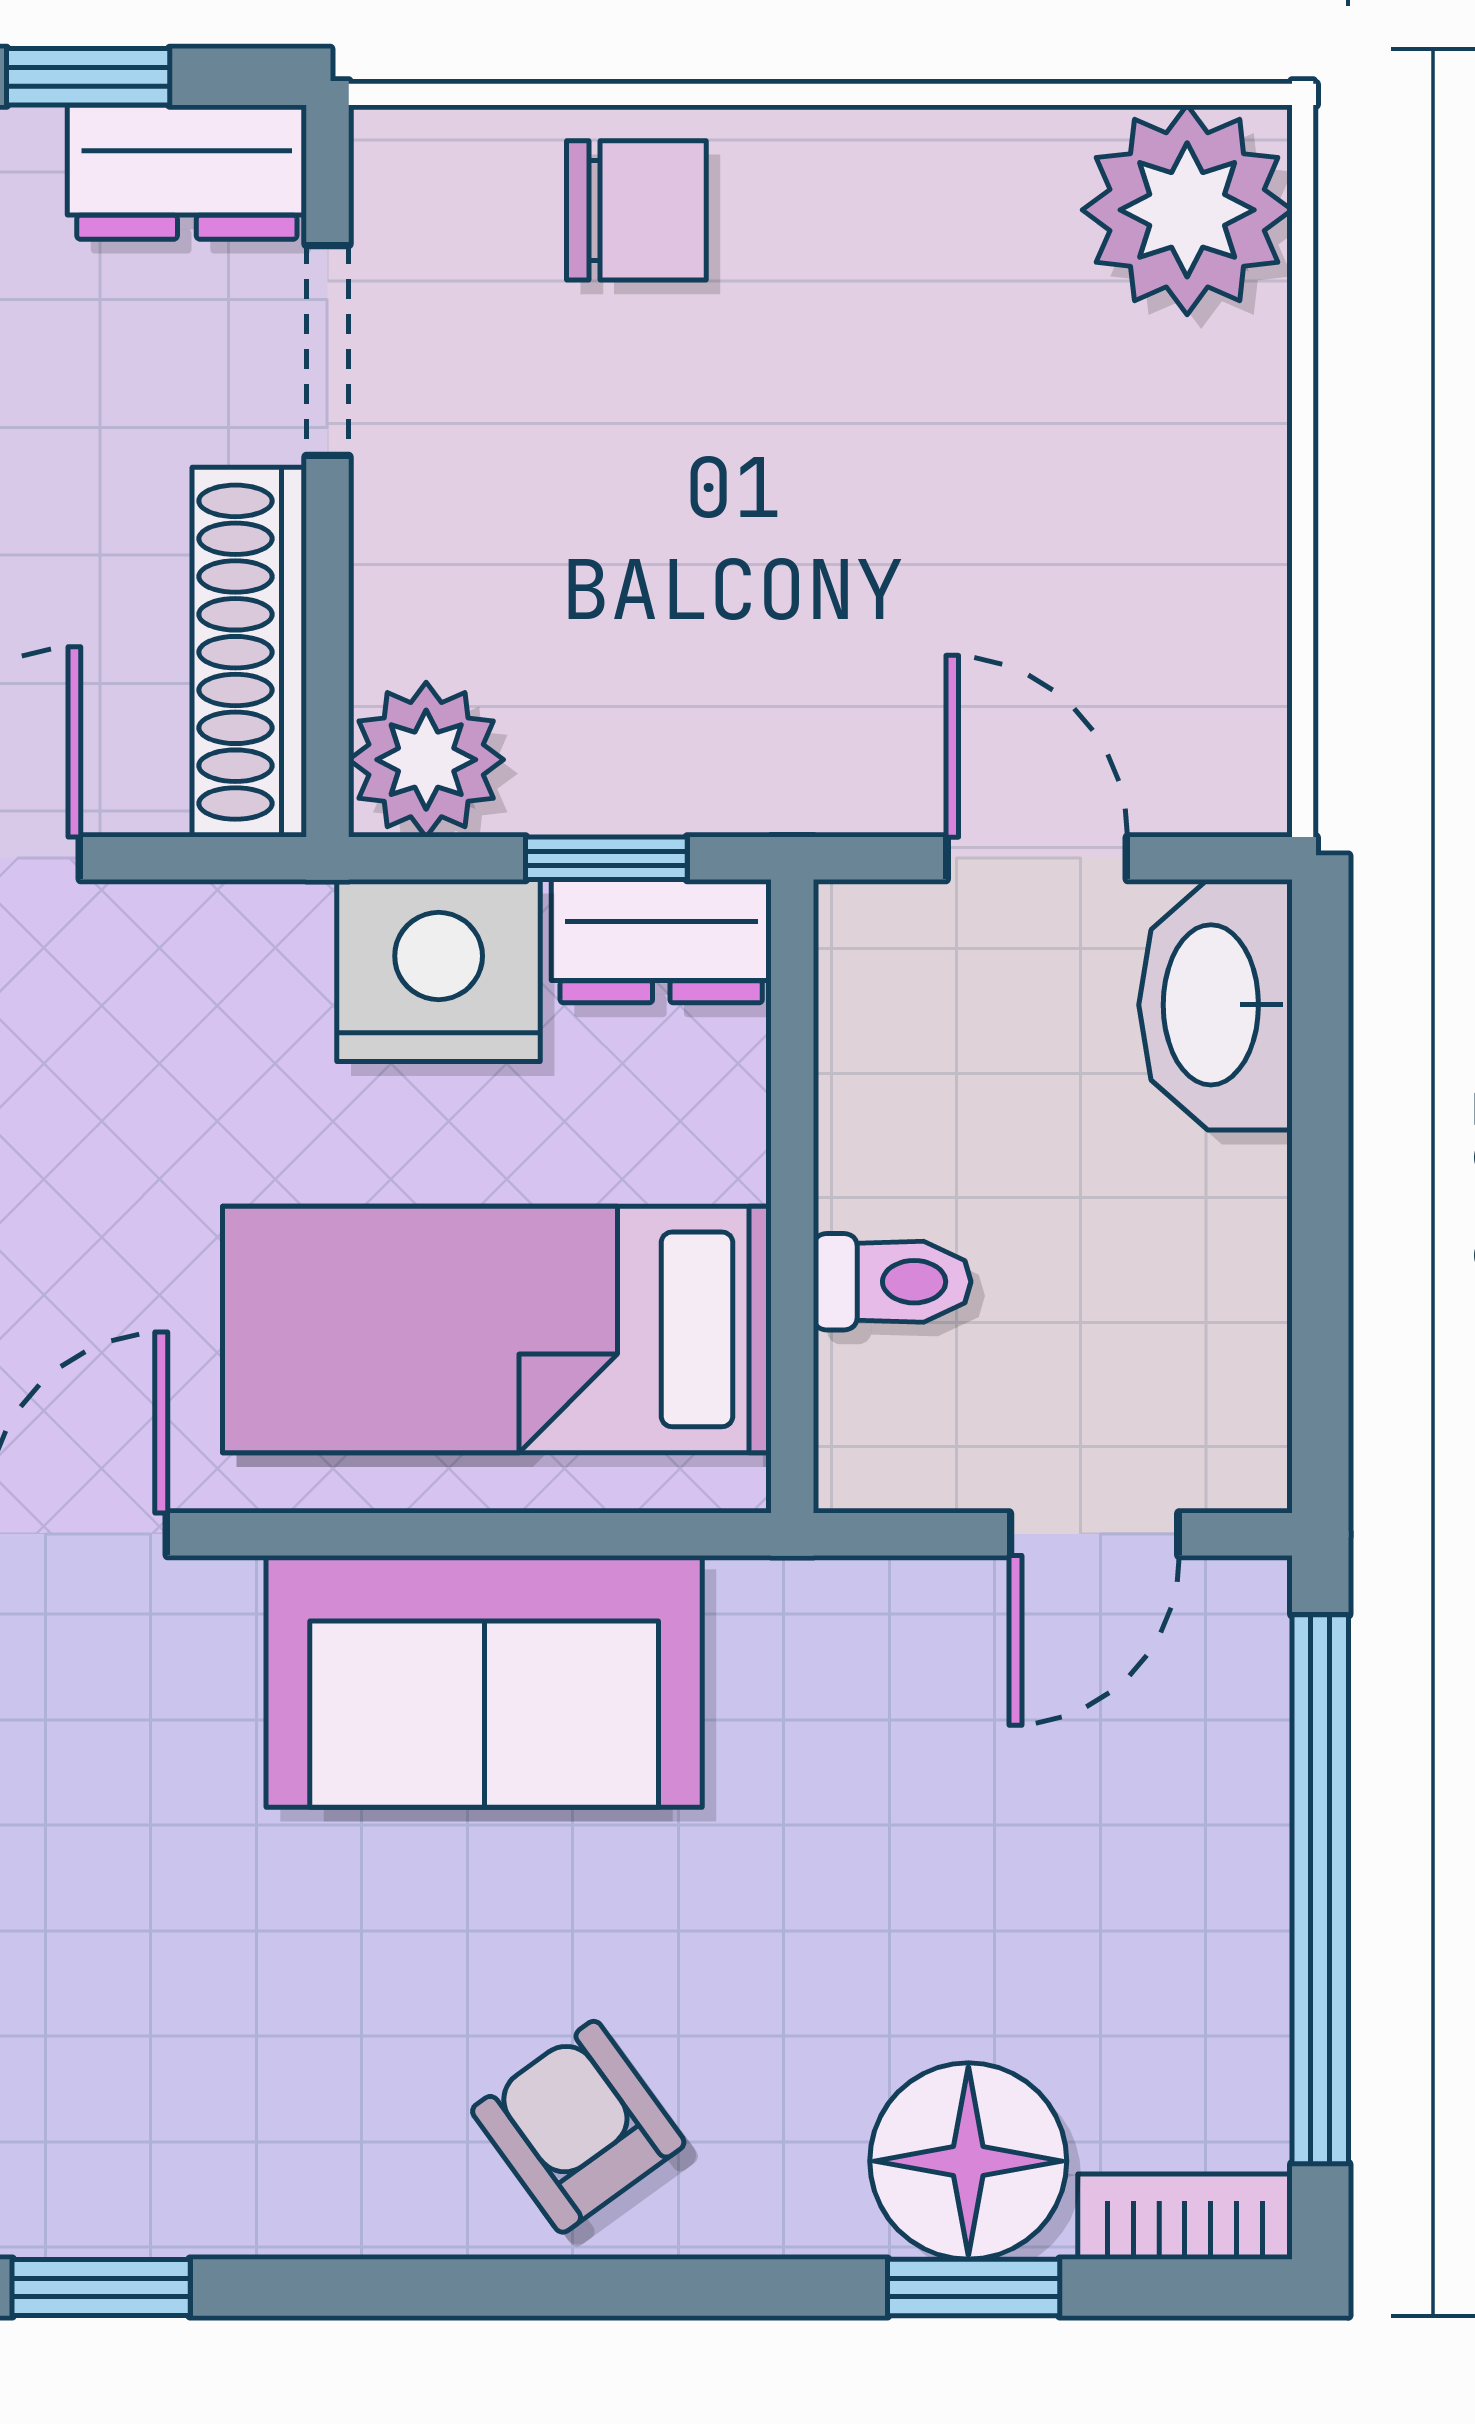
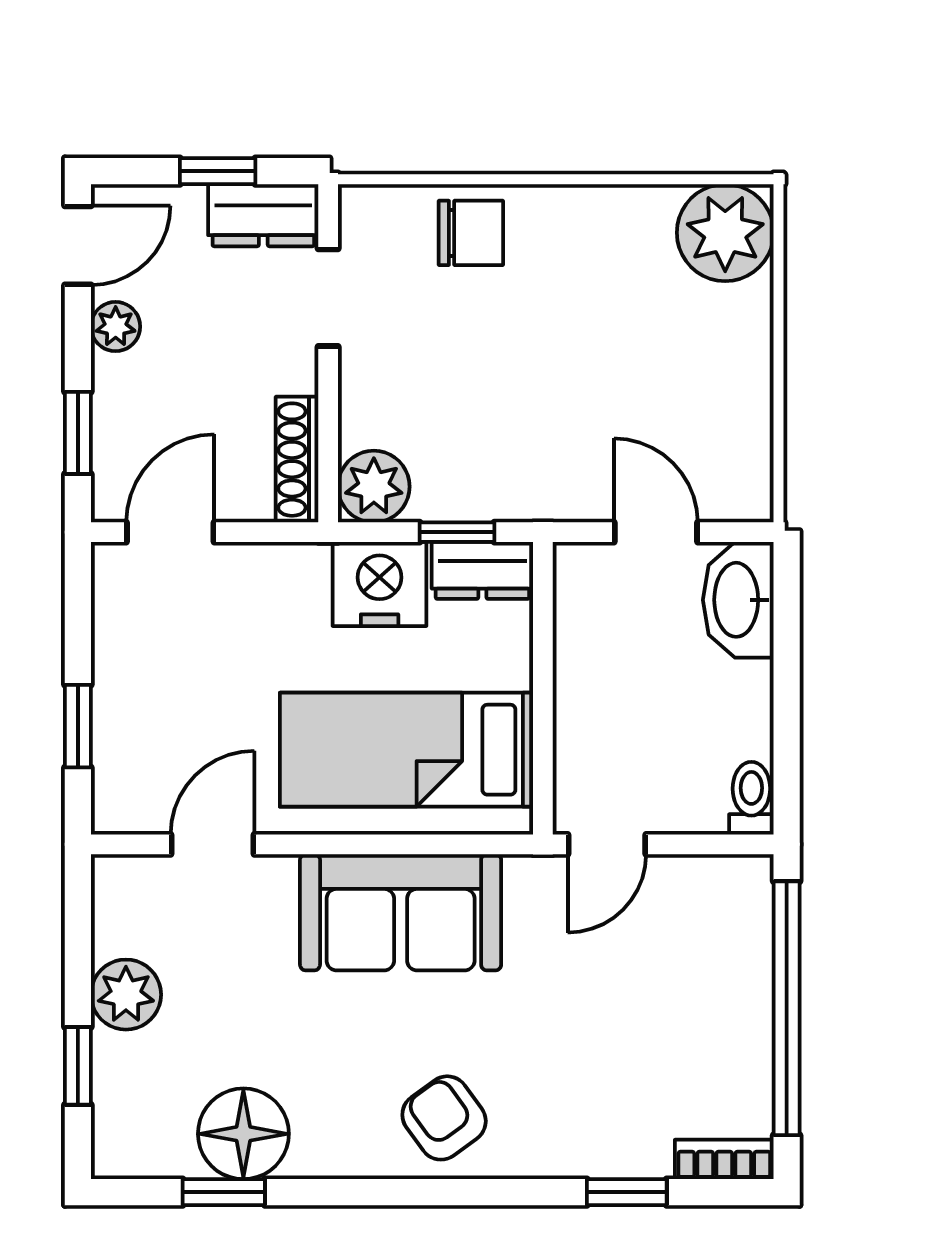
shoe rack: (249, 652) -> (297, 460), width x0.74, depth x0.81
toilet: (892, 1282) -> (751, 798), moved, turned -90
door: (1094, 1534) -> (607, 844), moved
floor lamp: (968, 2161) -> (243, 1134), moved

